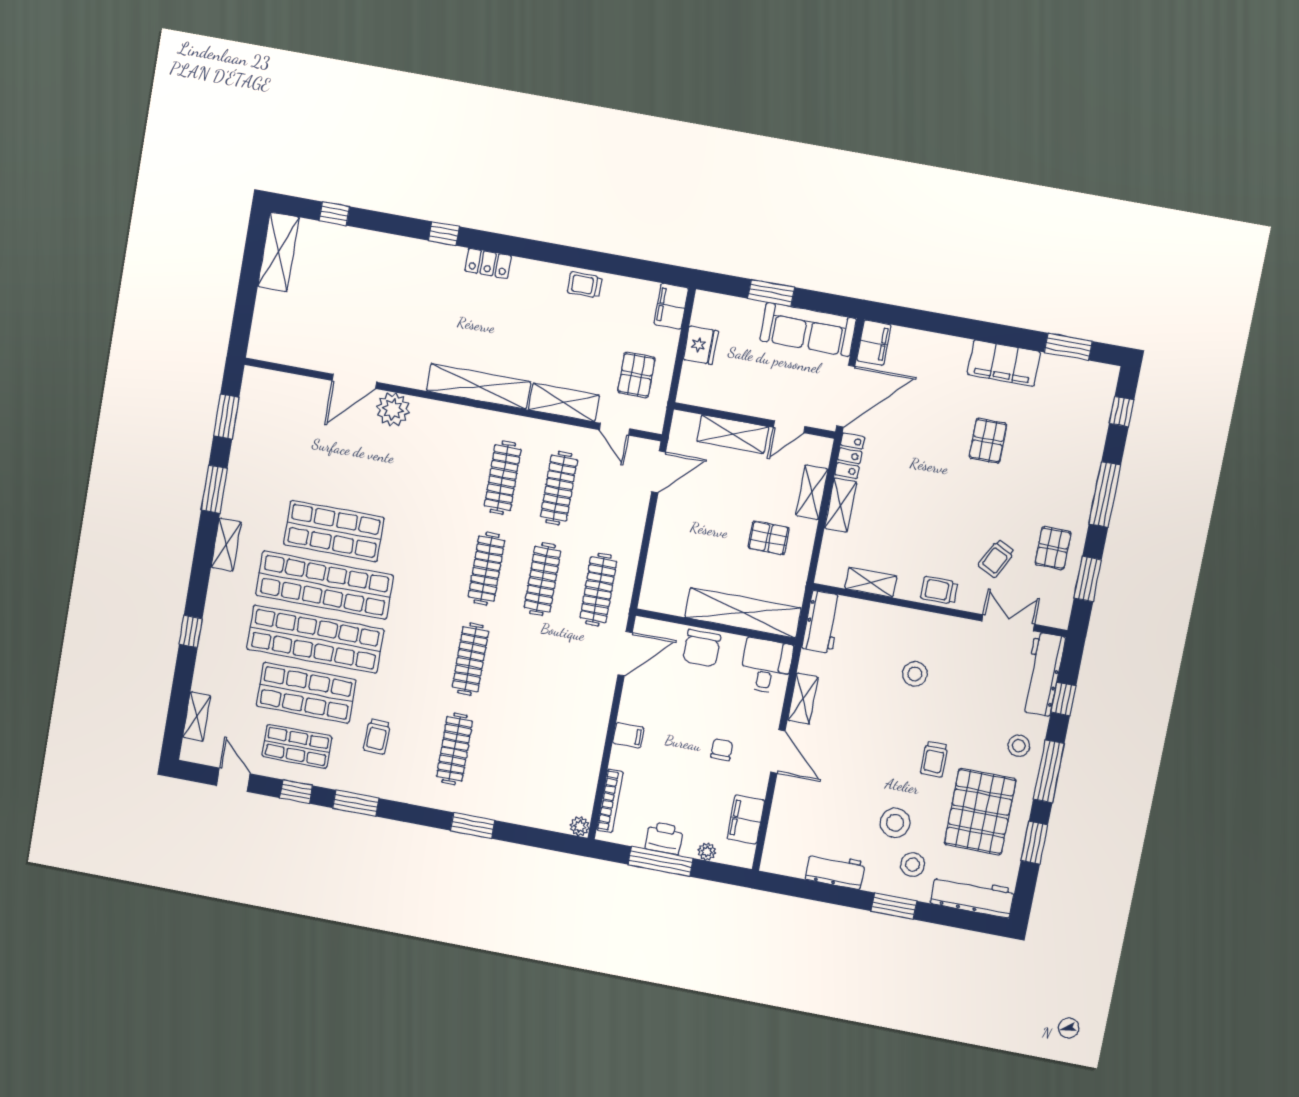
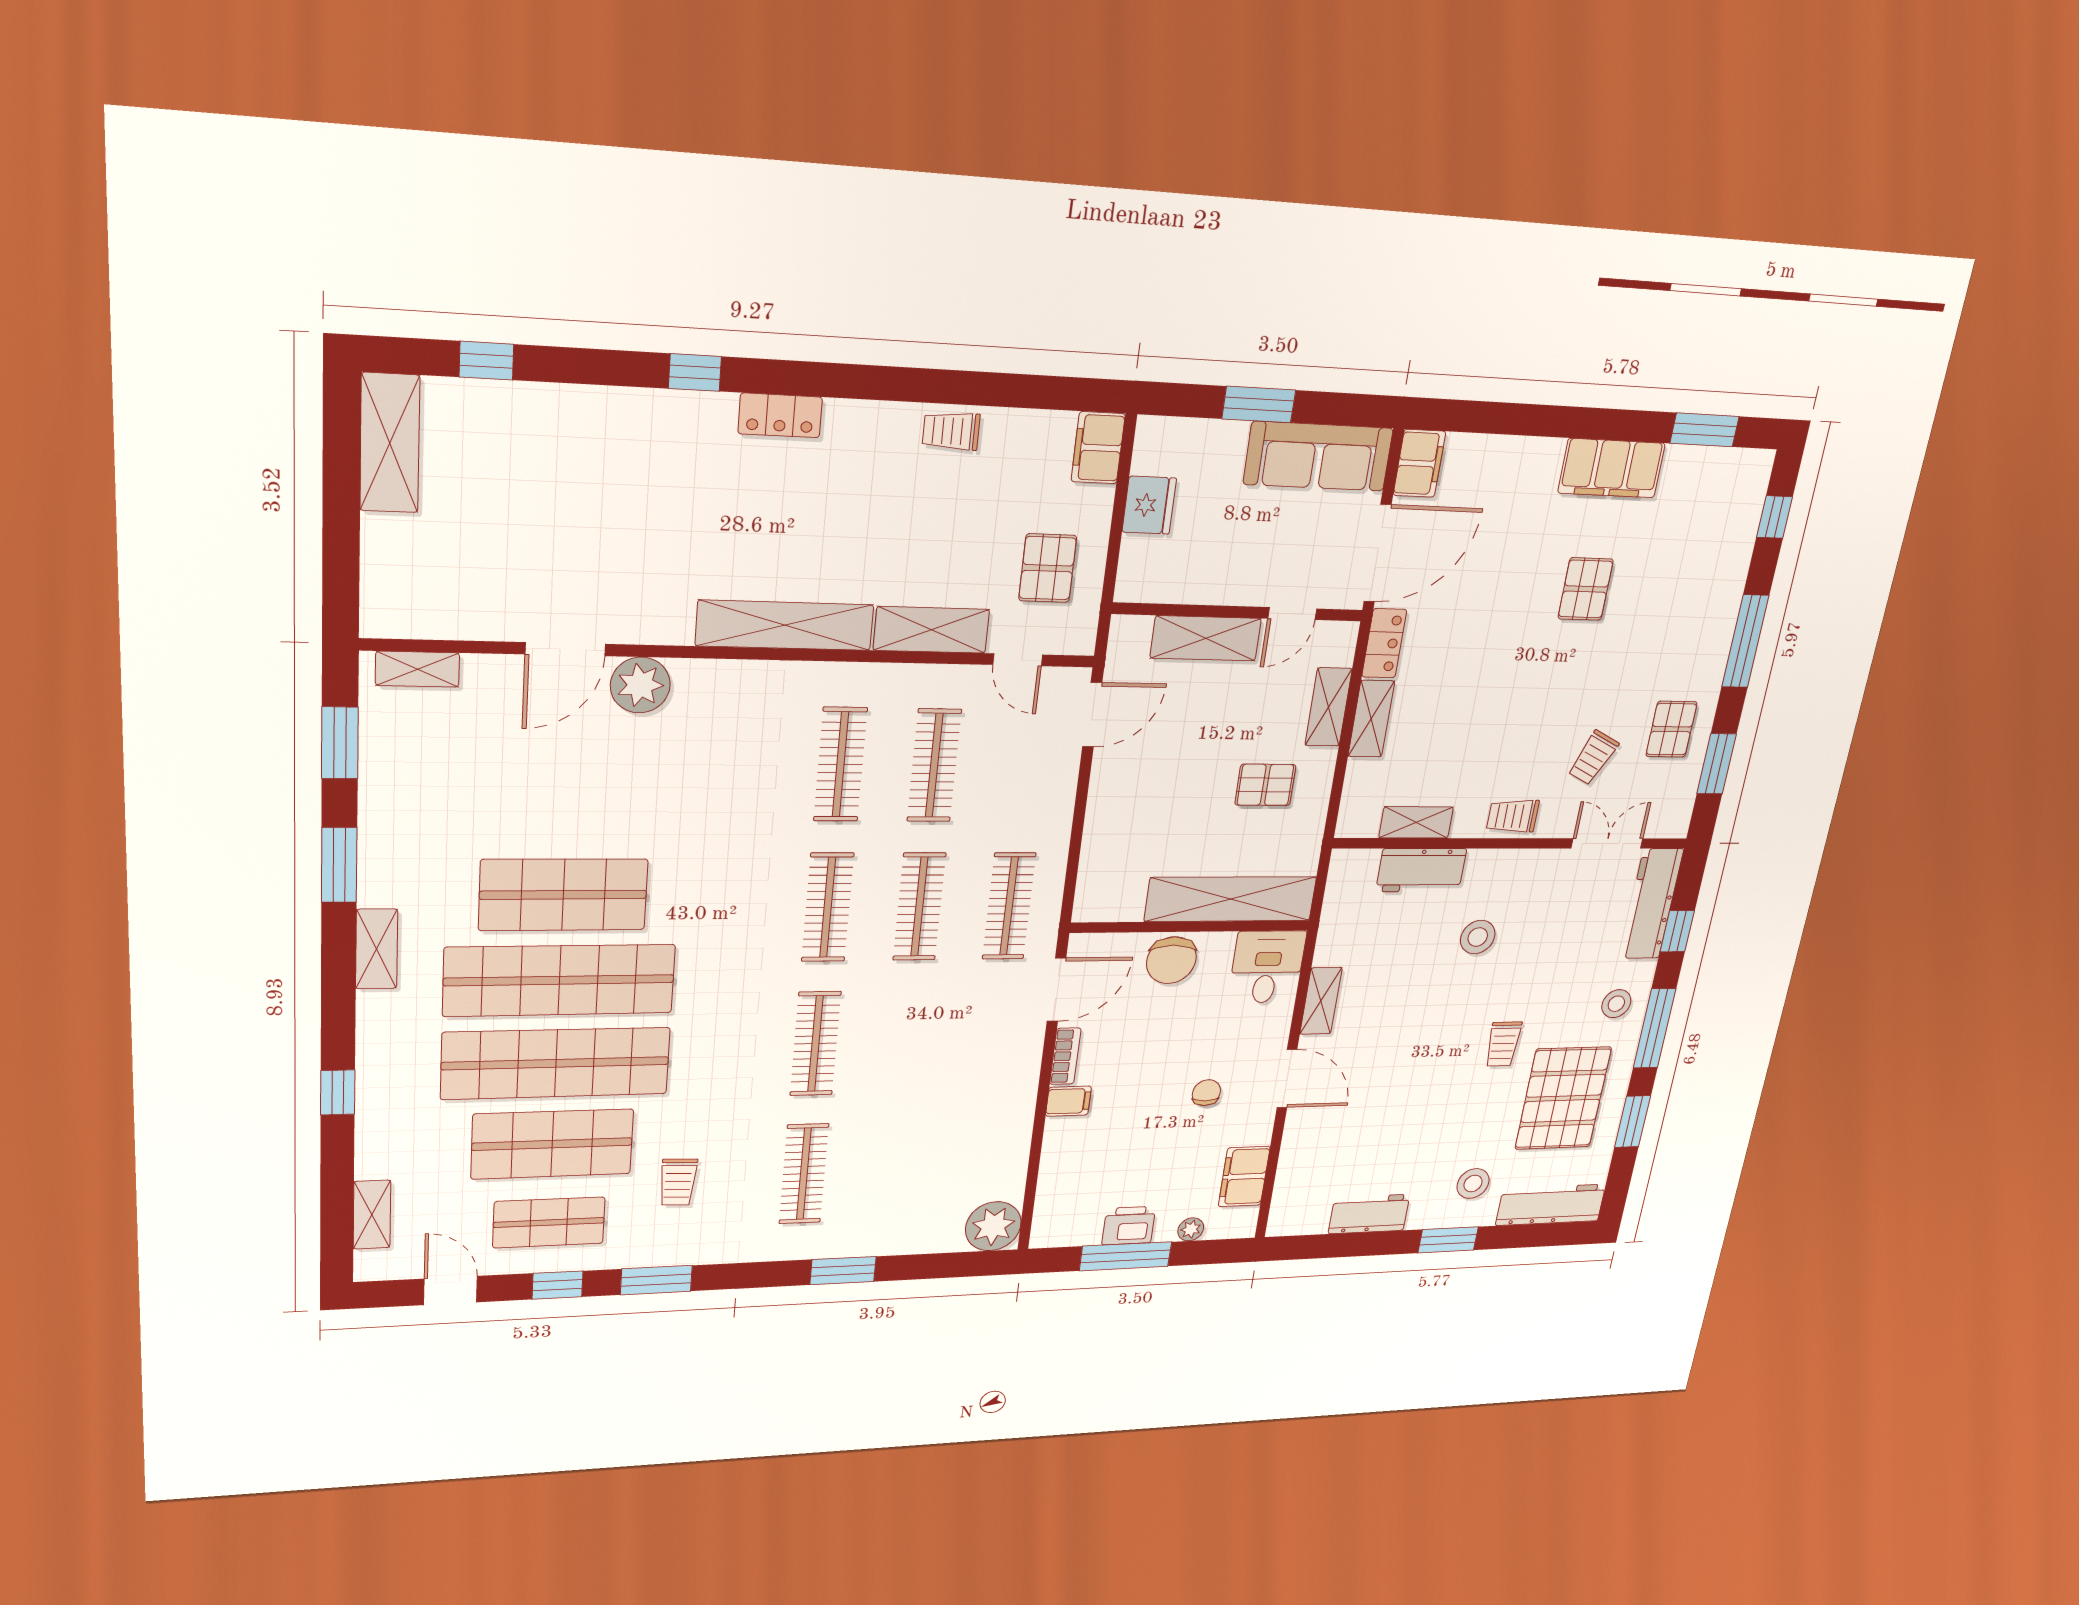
shelving: (274, 380) -> (417, 669), added
workbench: (822, 622) -> (1421, 870), moved, turned 90
bookcase: (610, 801) -> (1065, 1056), moved, width x0.64
stool: (895, 823) -> (1450, 1136), removed
plant: (580, 826) -> (993, 1226), width x1.88, depth x1.88

